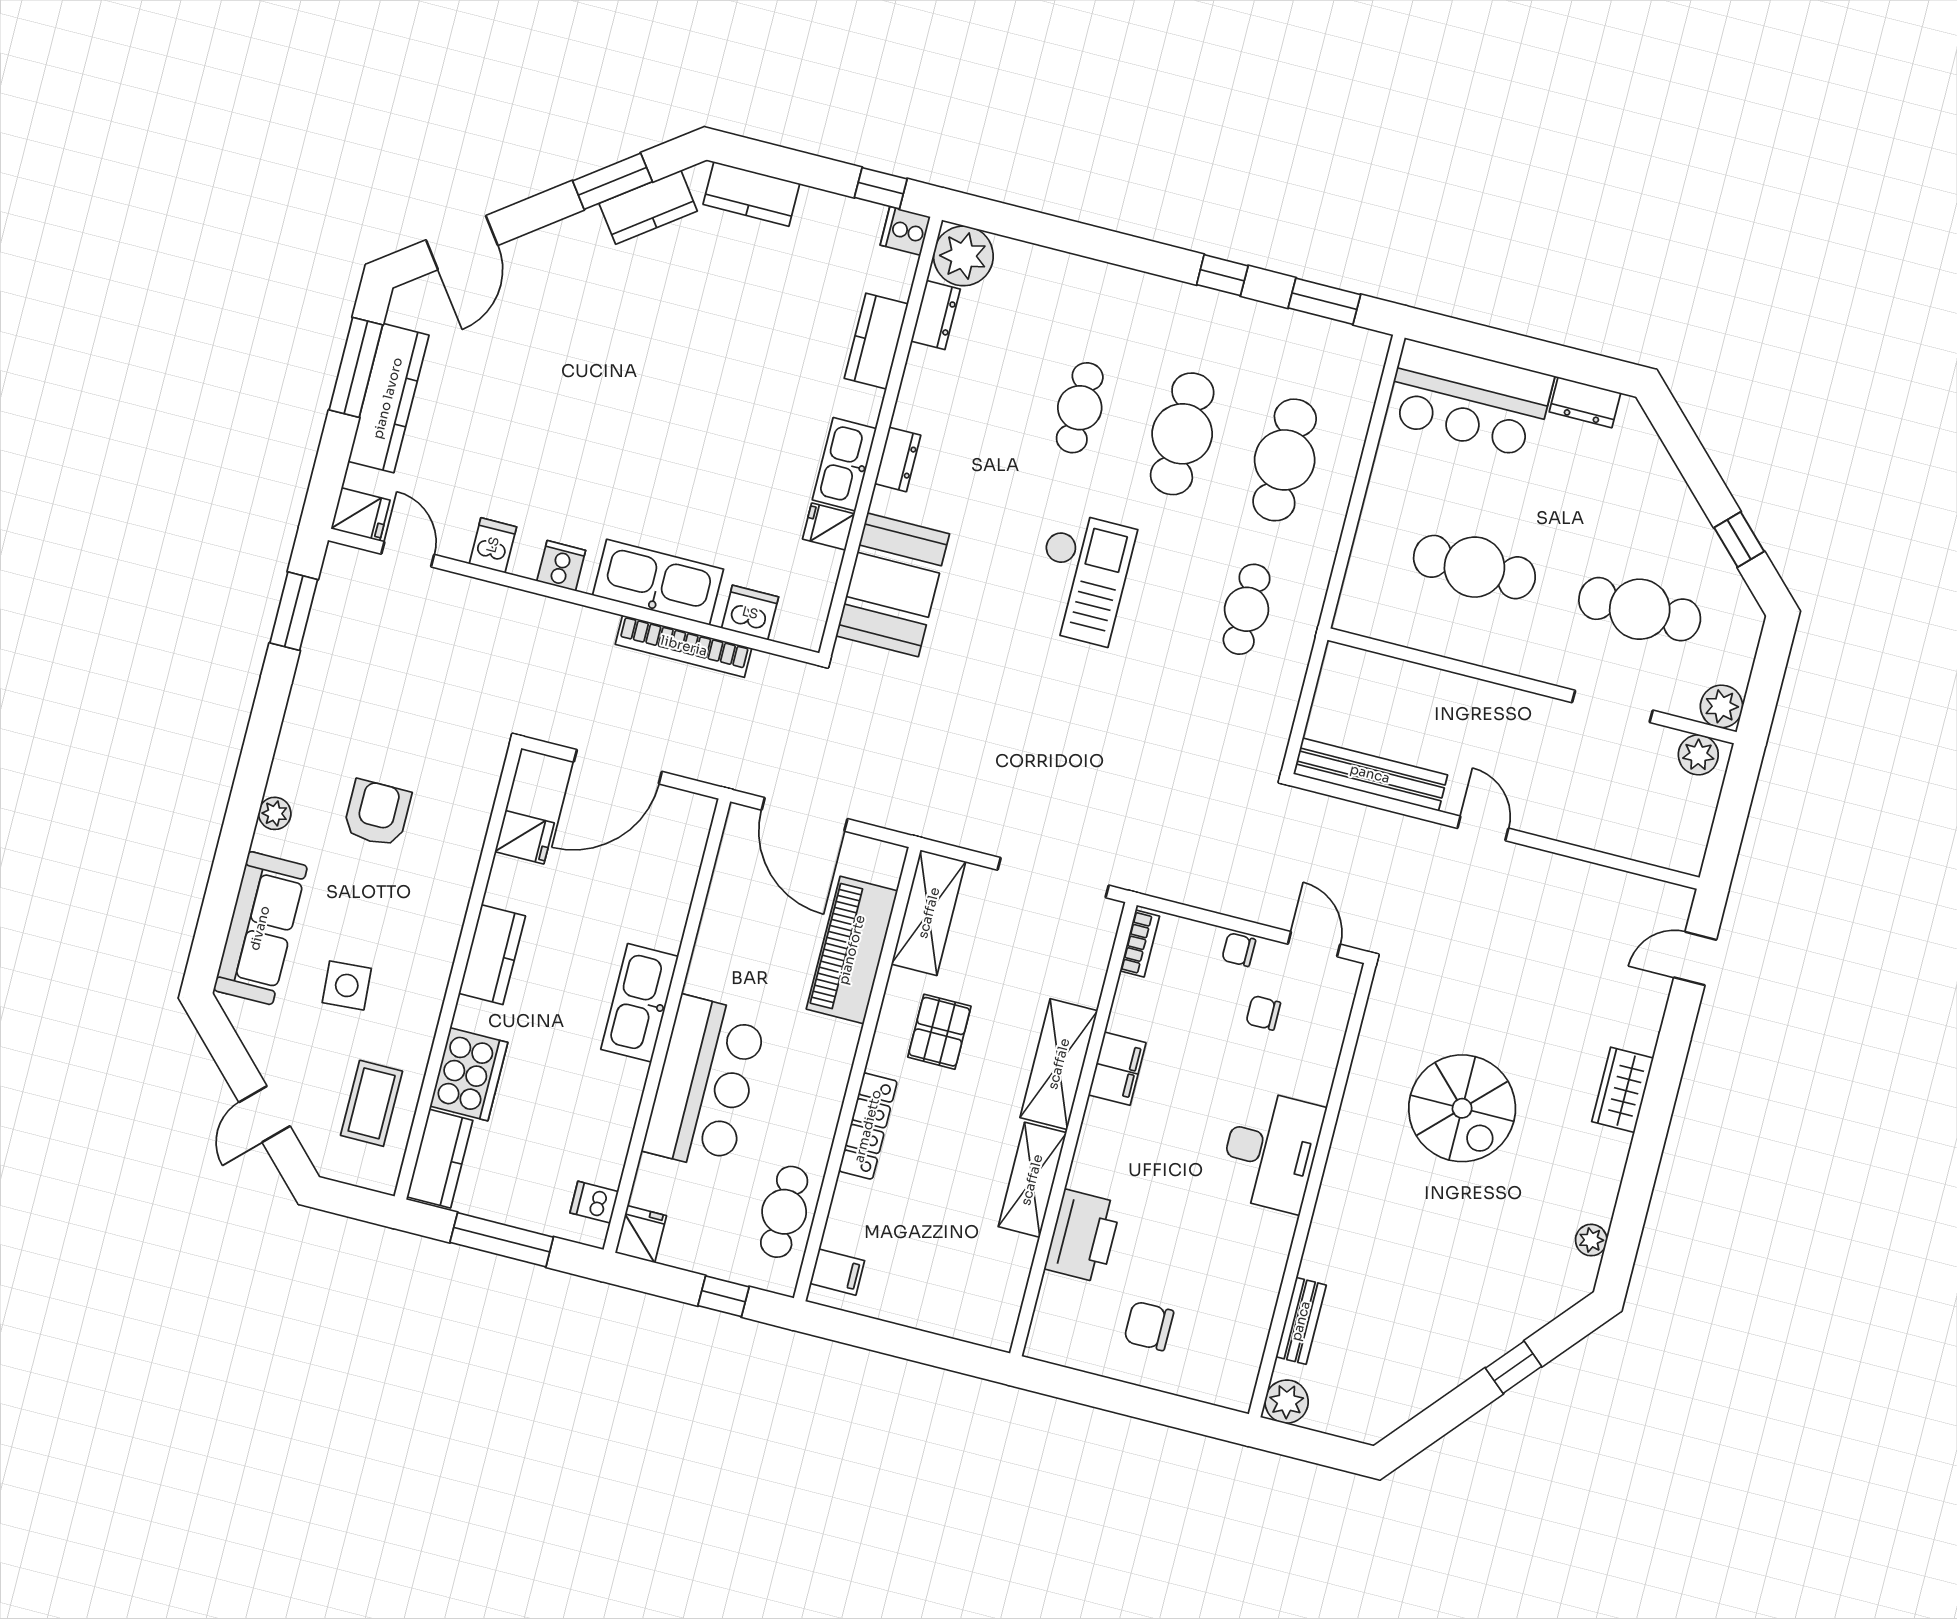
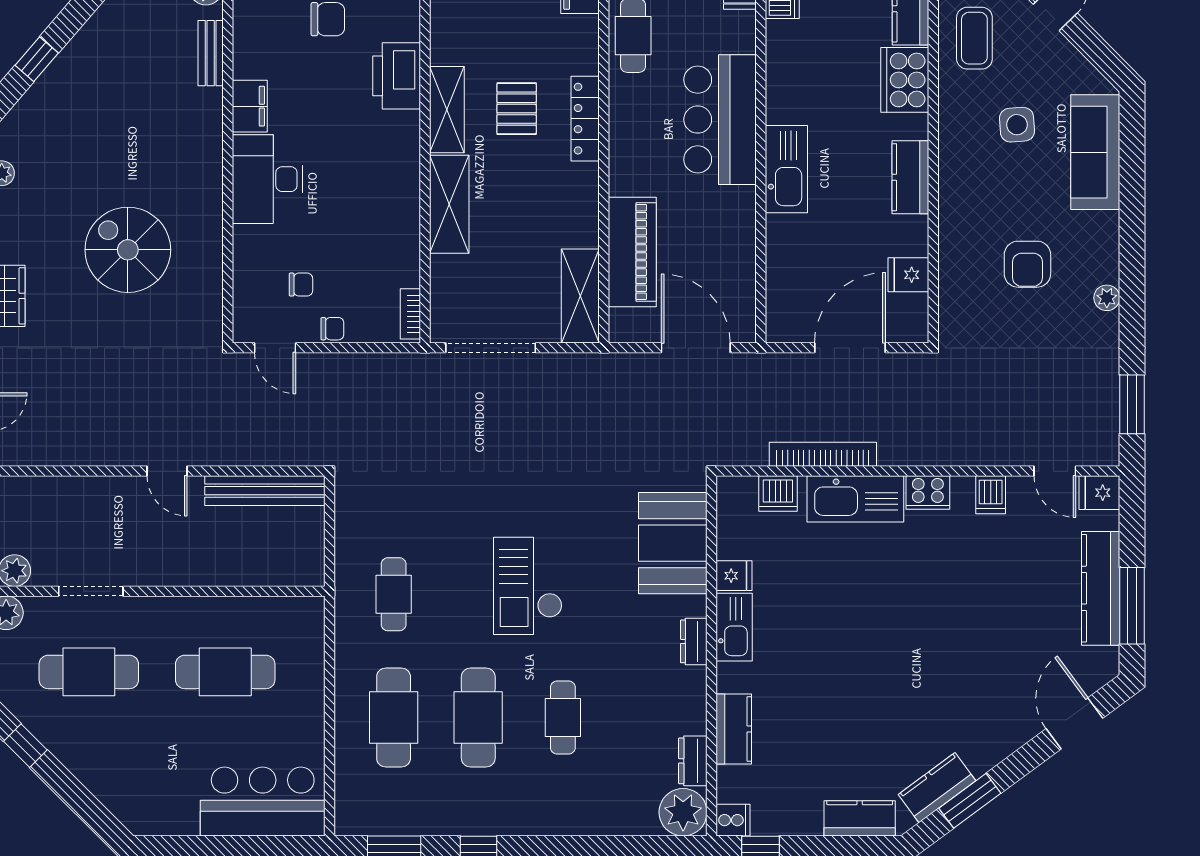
dresser: (1585, 402) -> (172, 822), removed
cooker: (561, 566) -> (928, 492), width x1.36
plant: (275, 813) -> (1107, 298), moved
pallet: (939, 1032) -> (517, 109), moved
filing cabinet: (1117, 1069) -> (250, 106), moved, turned 180

